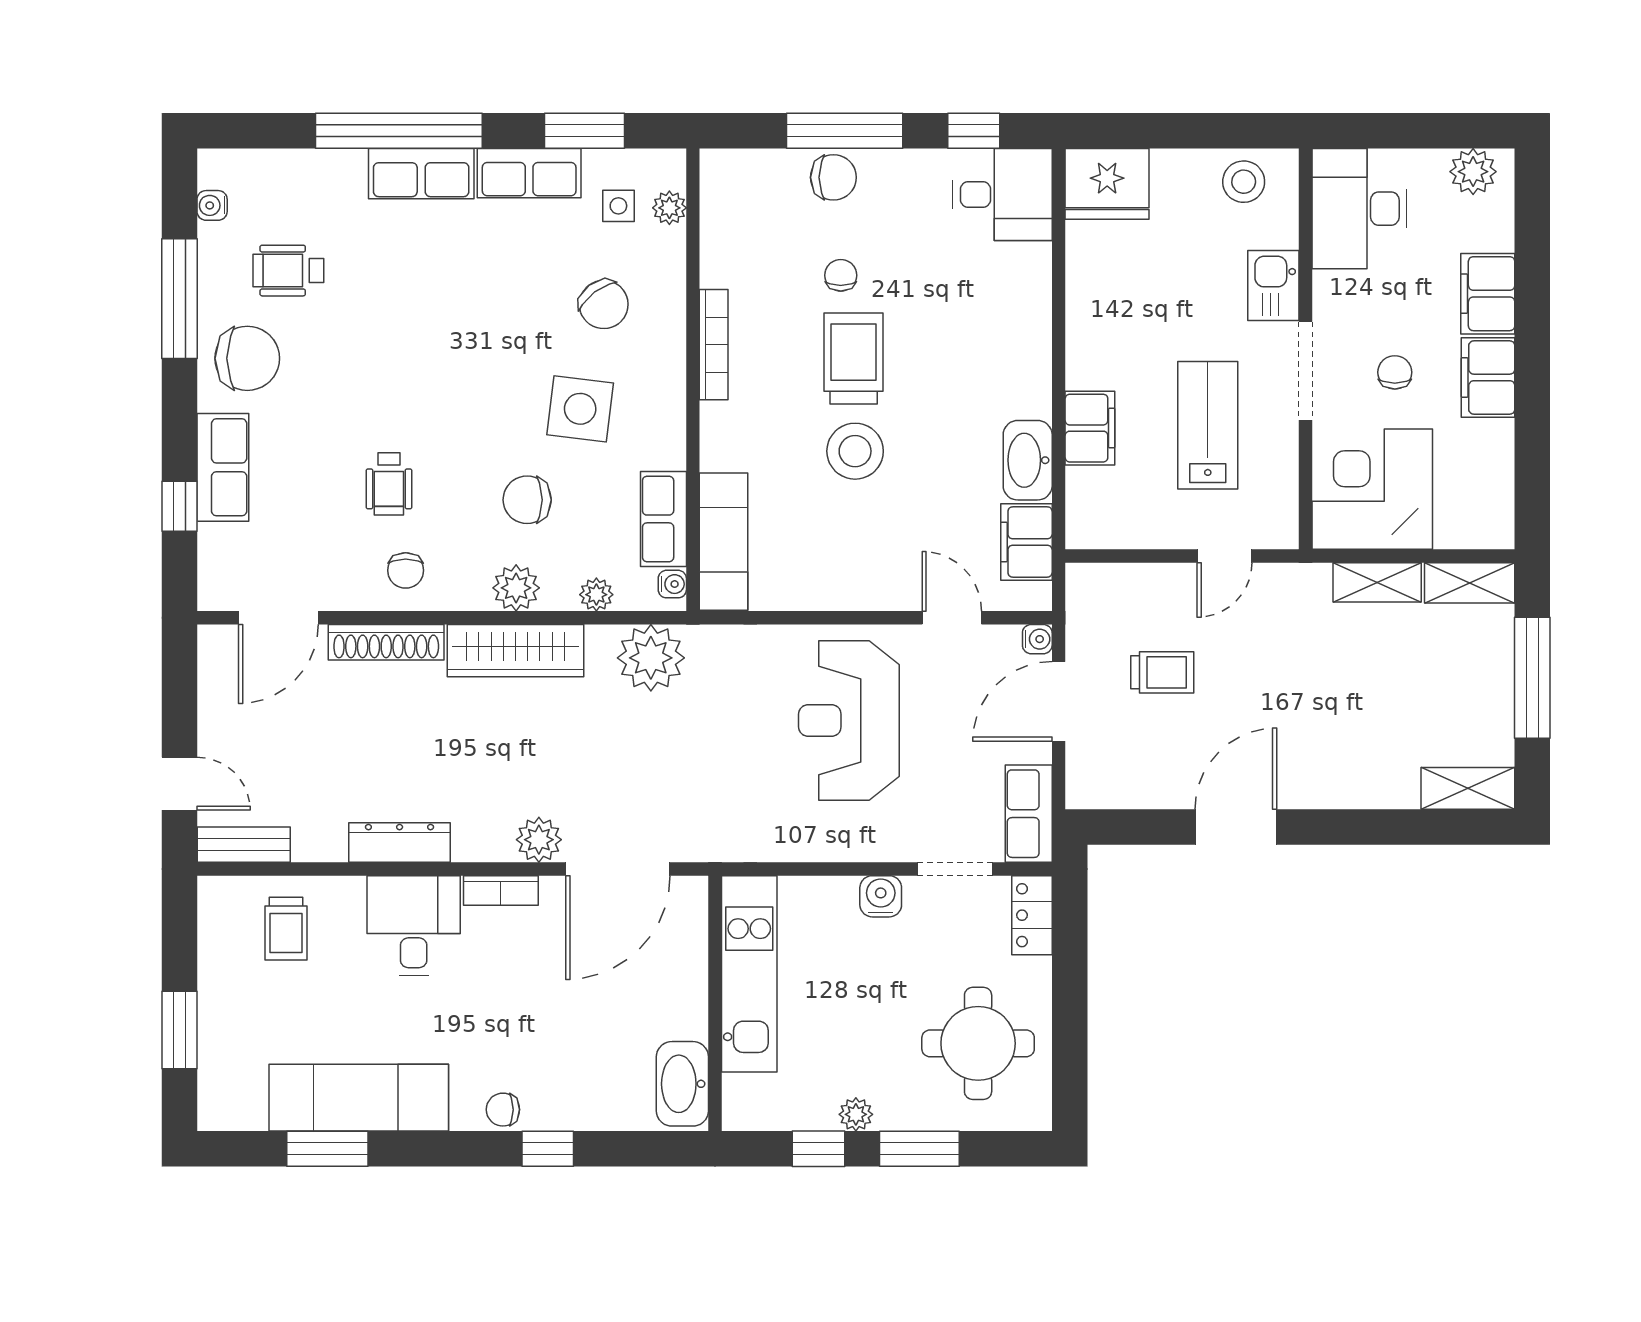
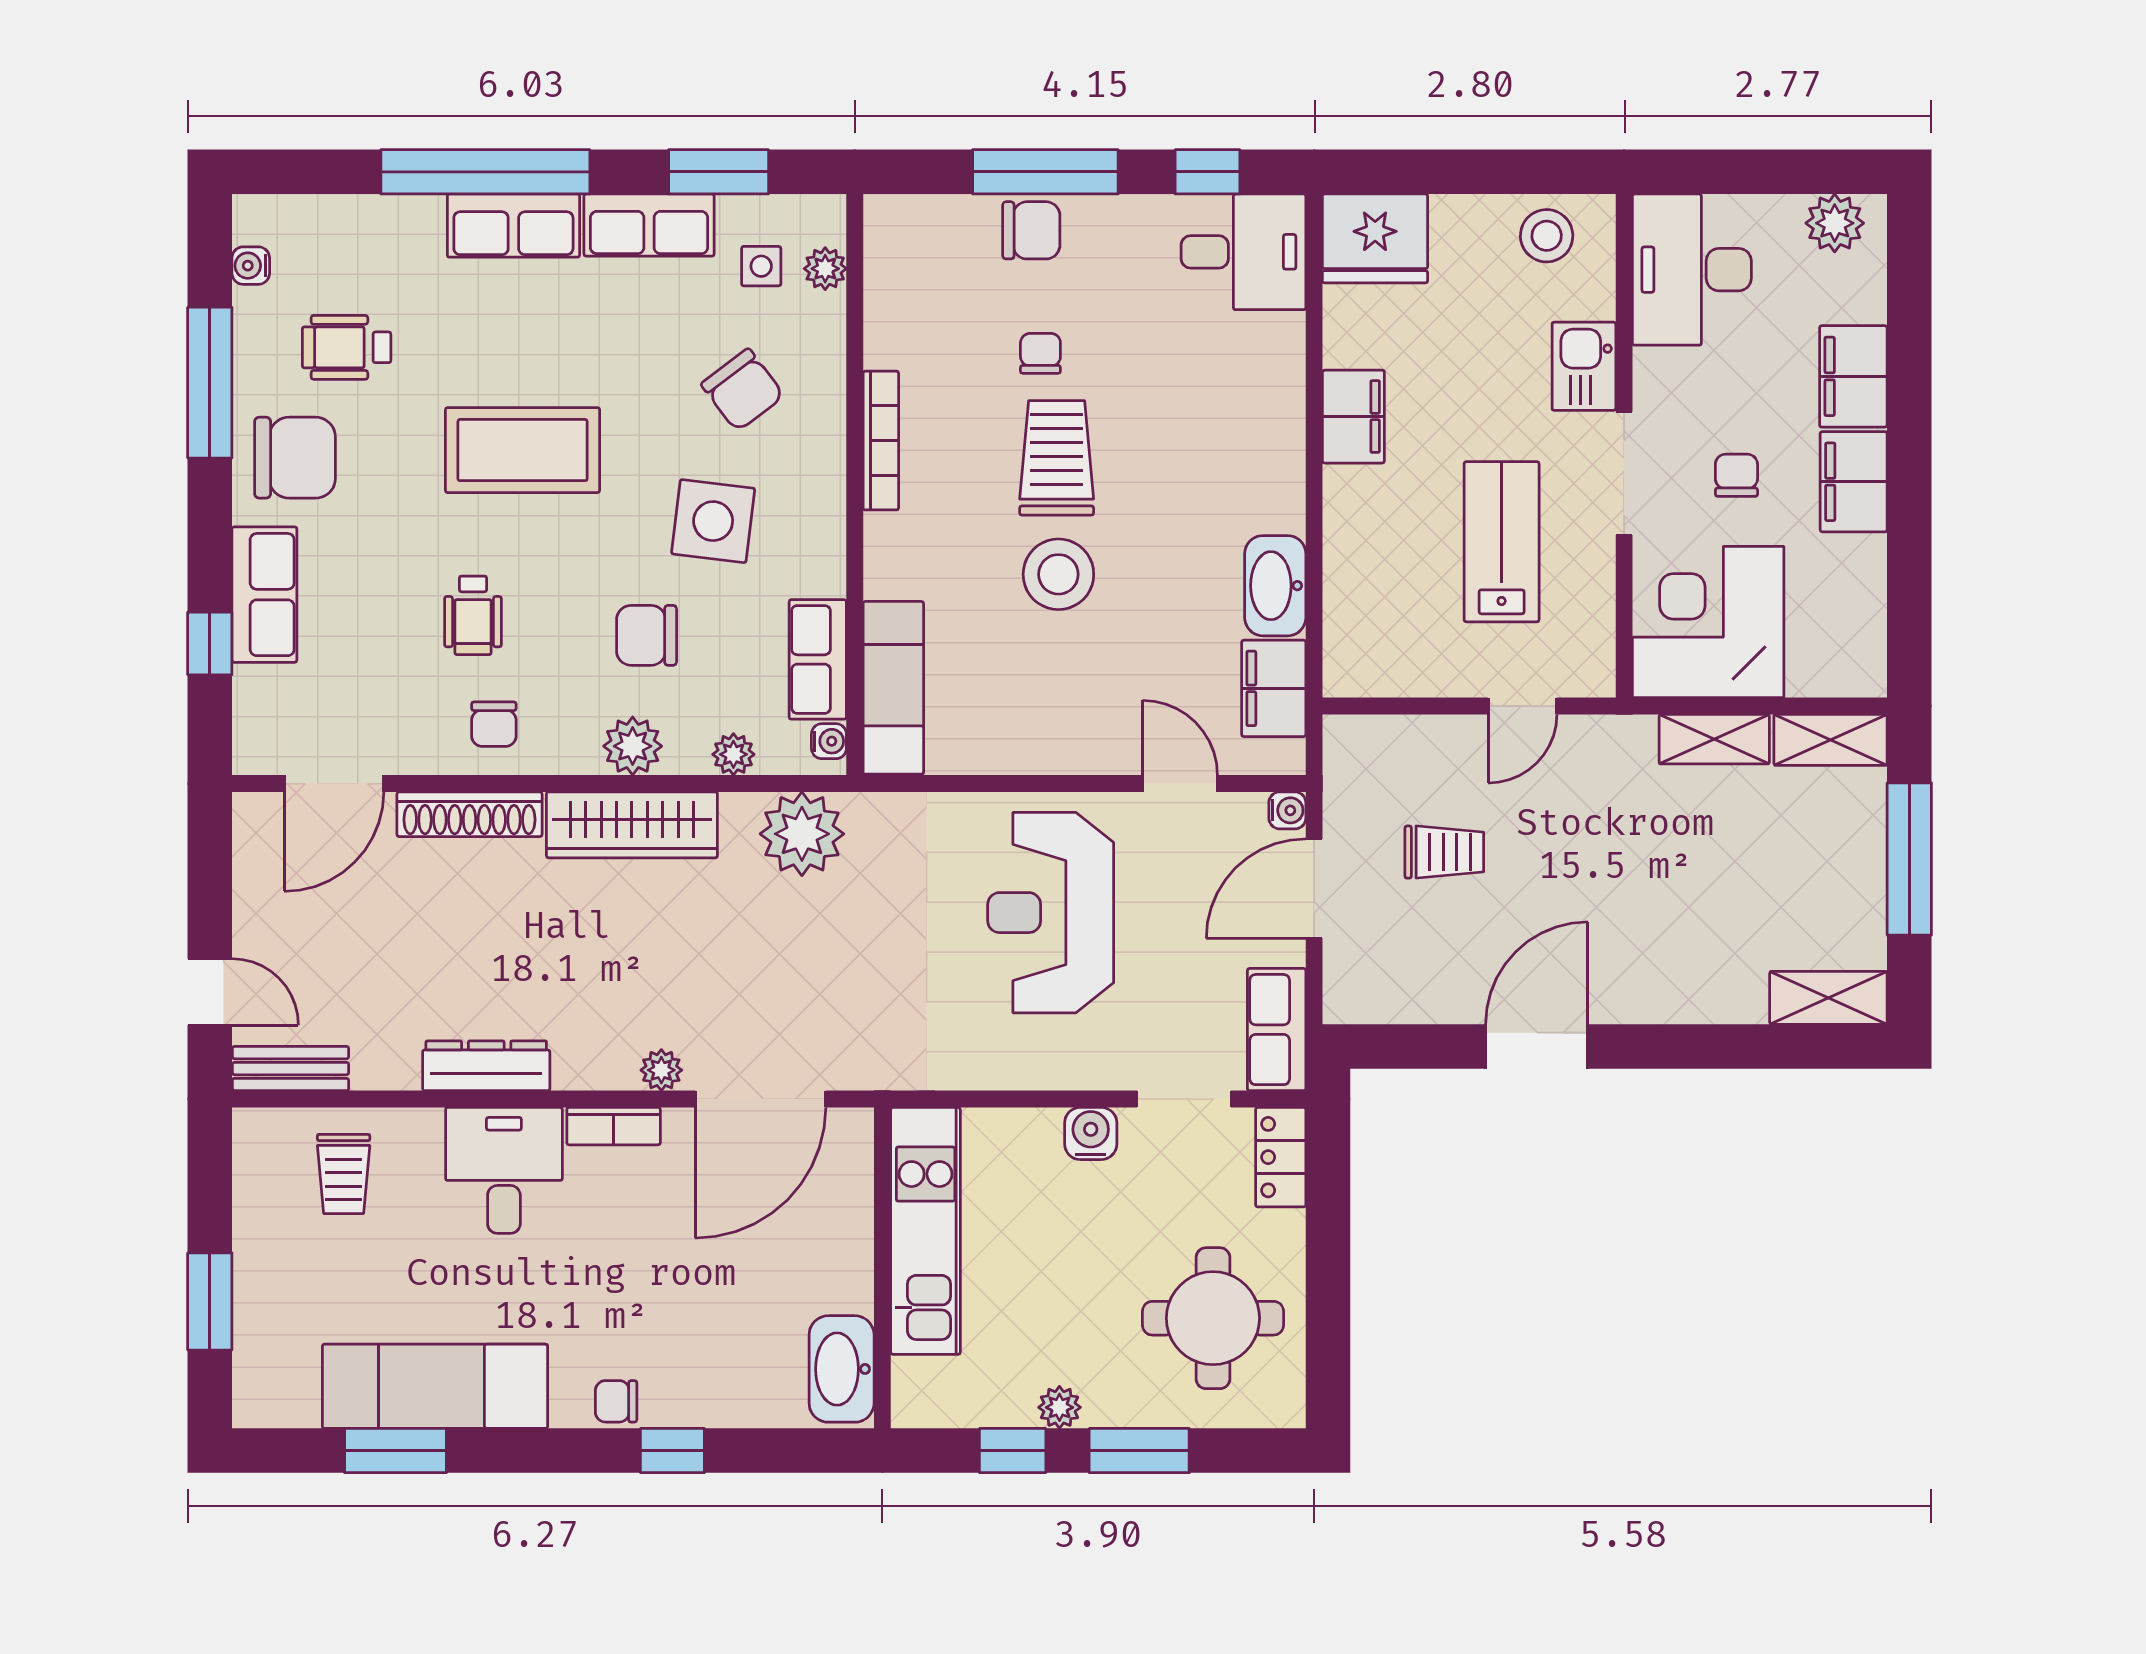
coffee table: (428, 352) -> (523, 450), added
filing cabinet: (1090, 428) -> (1353, 417), moved
plant: (539, 840) -> (661, 1070), width x0.73, depth x0.73

